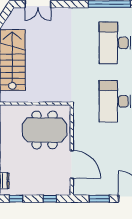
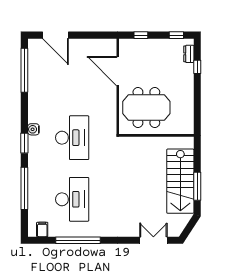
window: (99, 199) -> (89, 35), removed

